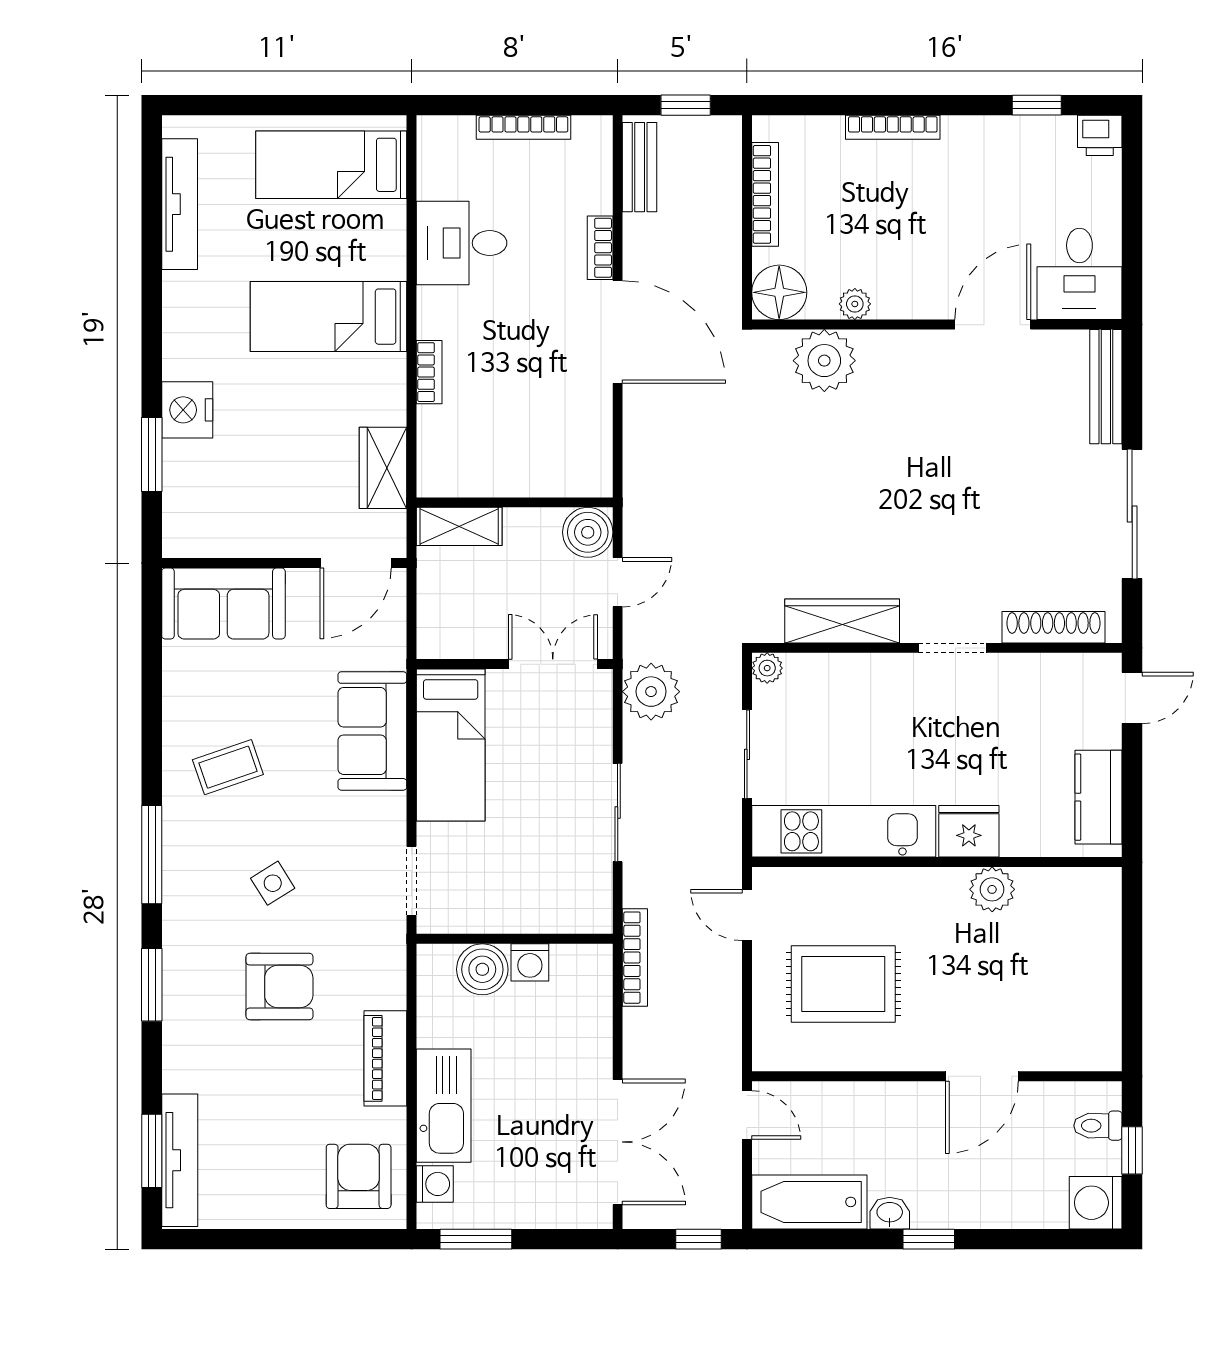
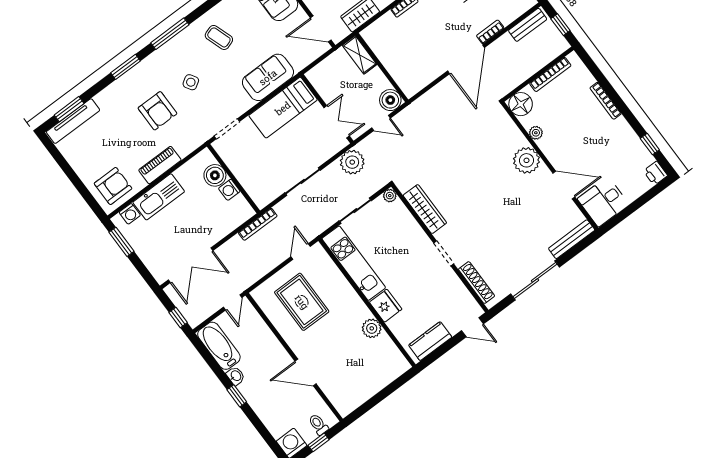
plant: (824, 361) -> (526, 160), moved

